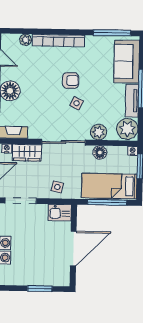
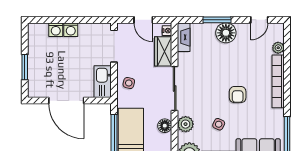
side table: (77, 103) -> (219, 124), moved
kitchen sink: (60, 213) -> (103, 82), width x1.38

